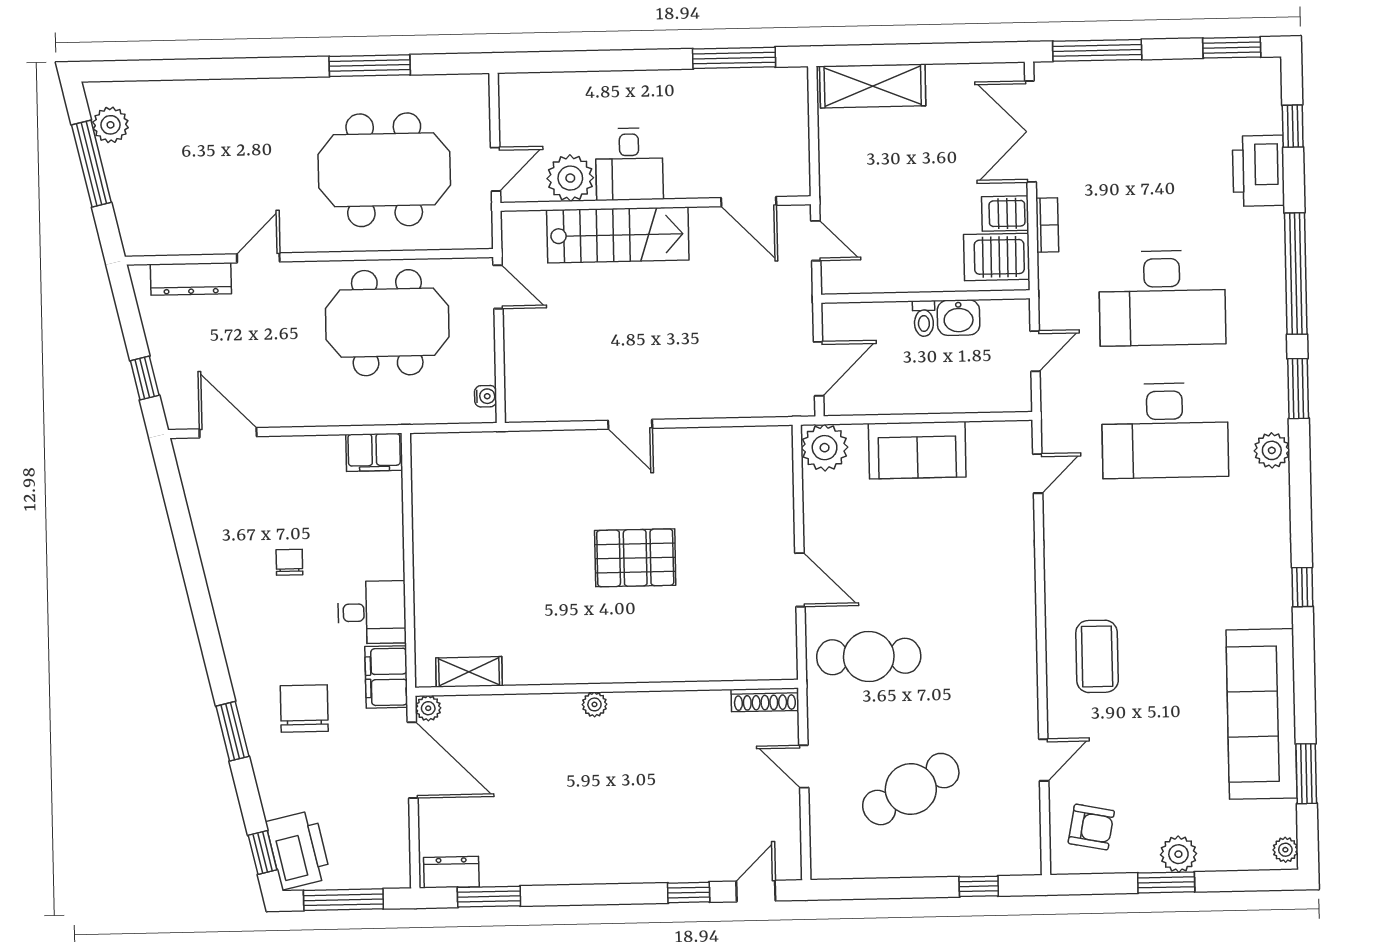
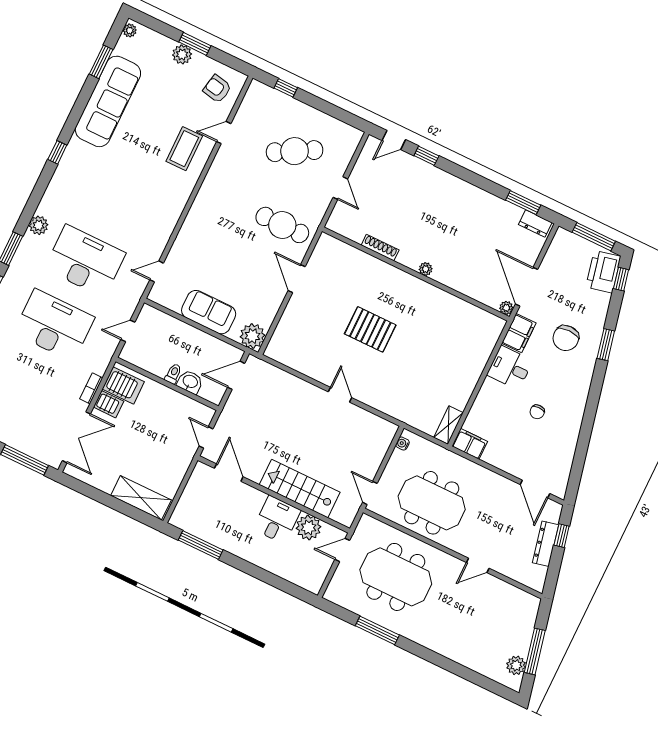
dresser: (191, 279) -> (546, 544), moved, turned -103
washbasin: (959, 318) -> (190, 382), moved
coffee table: (1097, 656) -> (184, 149), moved
shelving: (469, 672) -> (448, 425), moved, turned 90
shoe rack: (765, 700) -> (380, 248), moved

